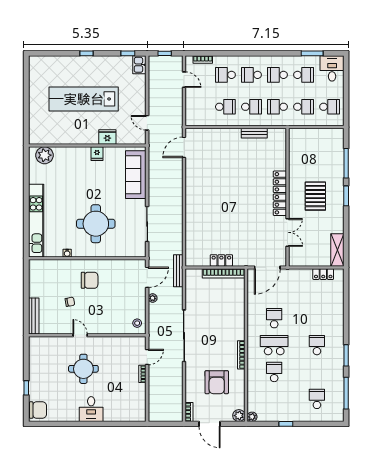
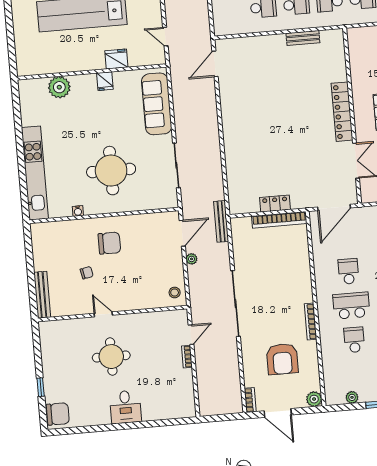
plant: (44, 155) -> (59, 87), moved
plant: (252, 417) -> (352, 397), moved

